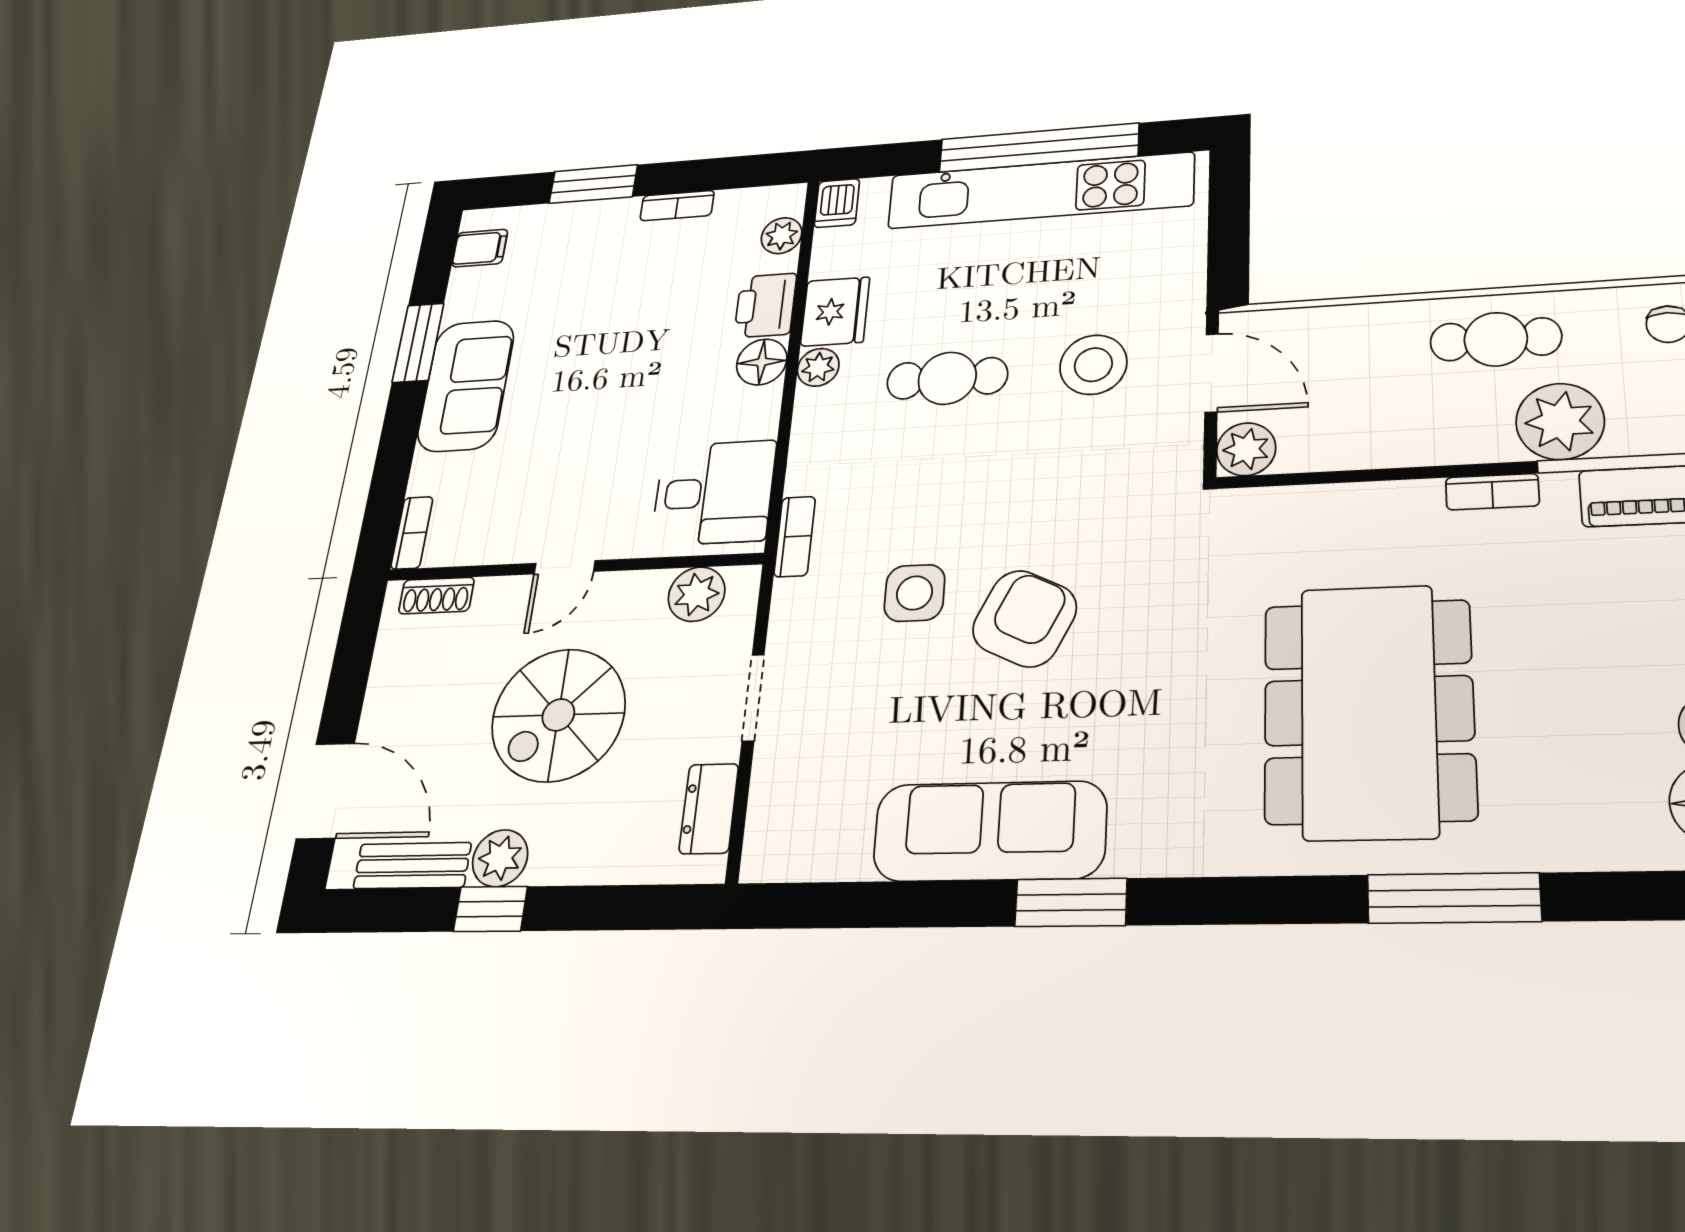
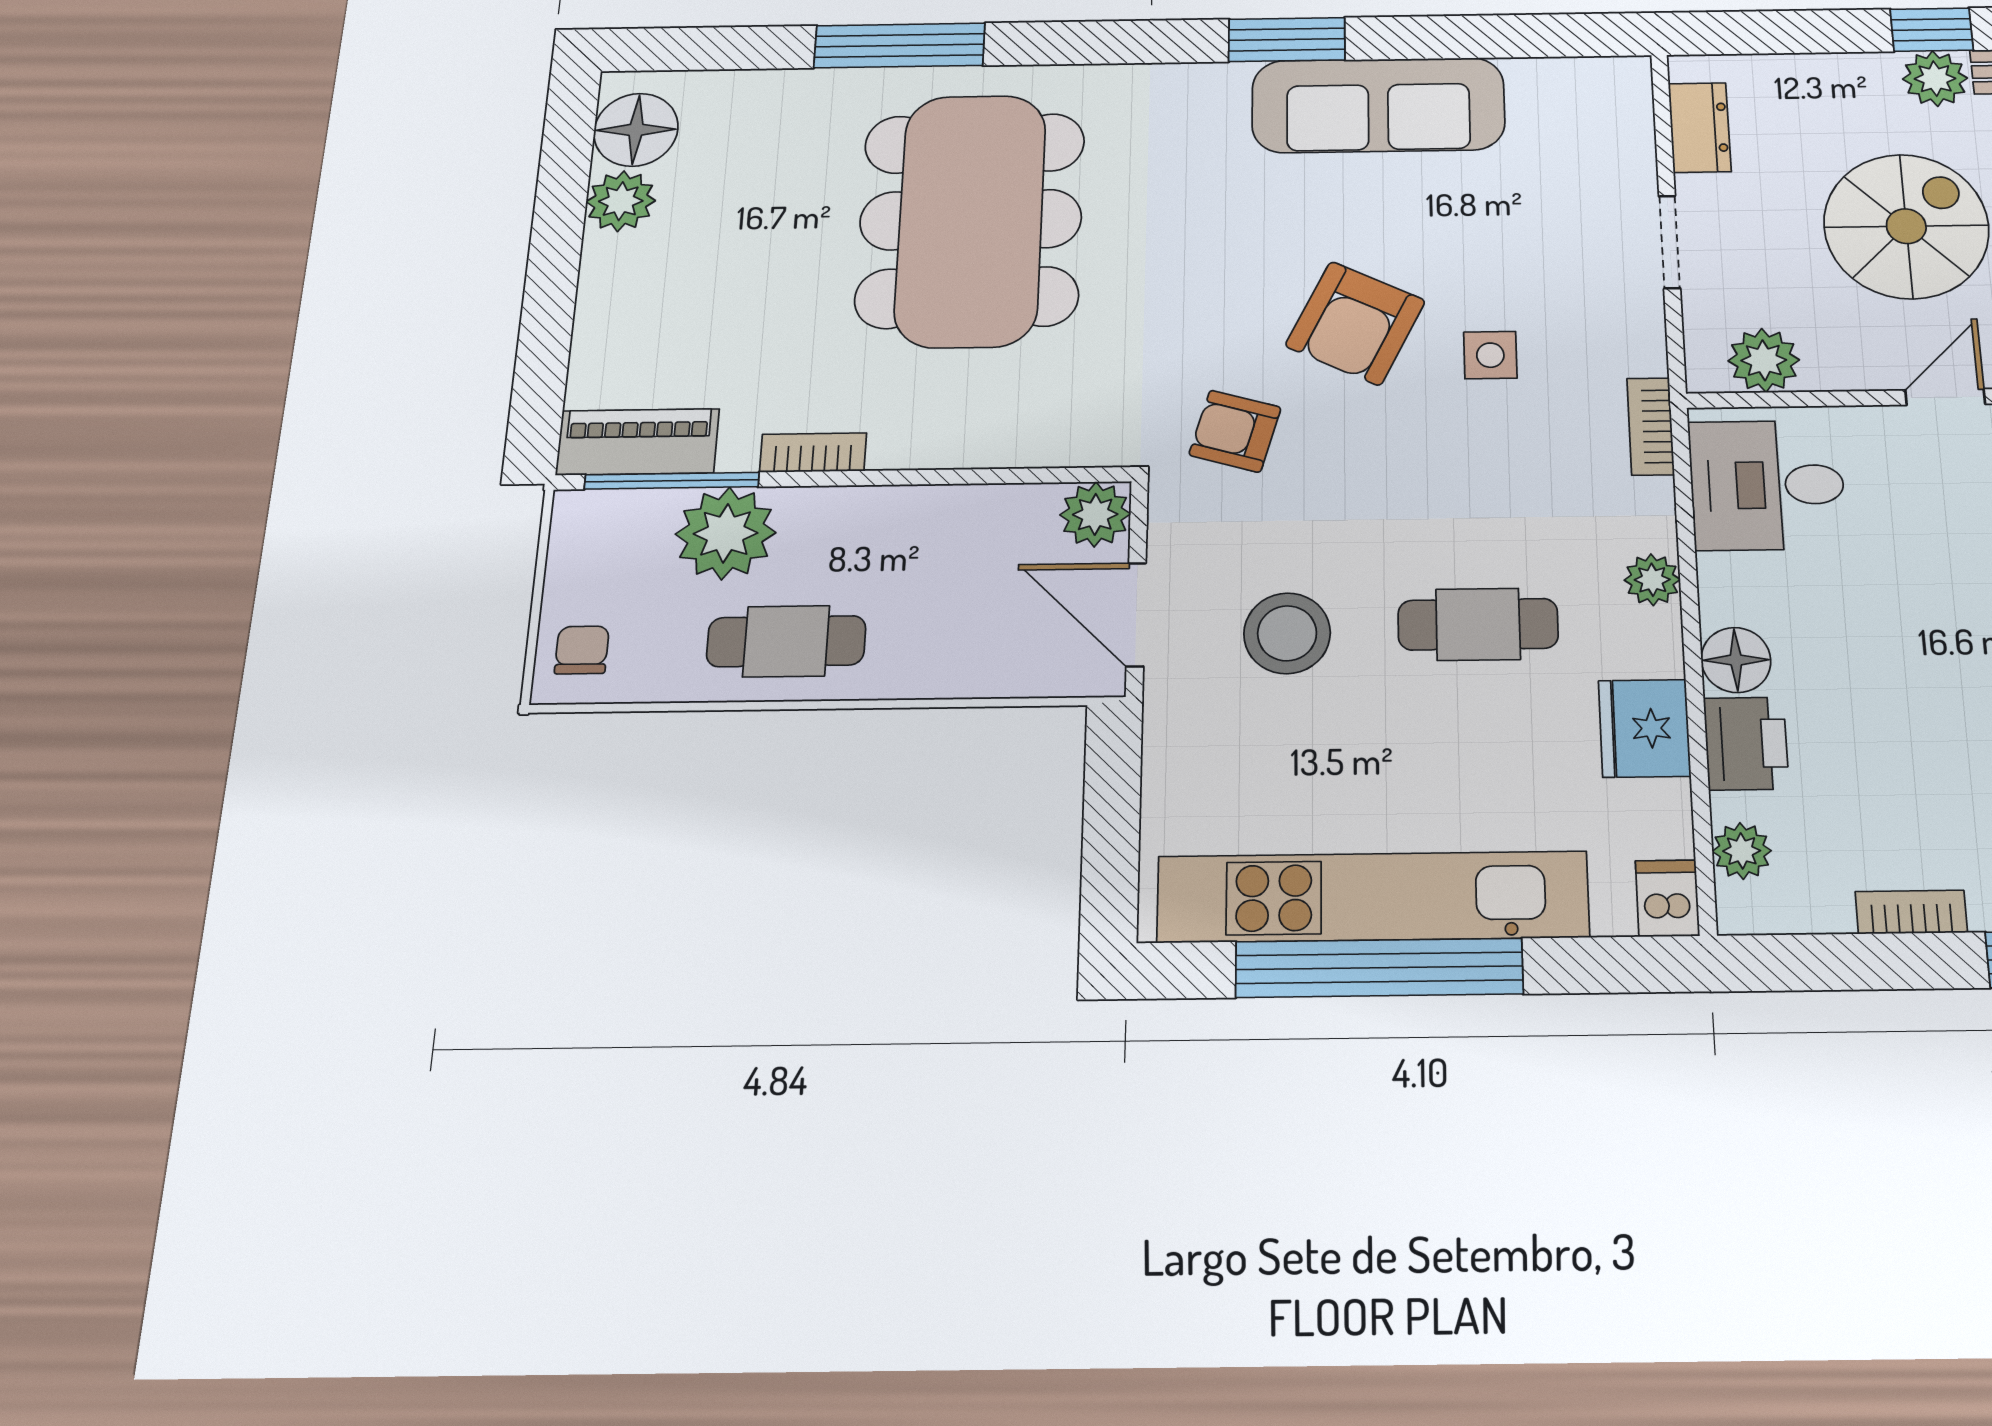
plant: (818, 367) -> (1652, 580), moved
armchair: (1130, 522) -> (1235, 431), added
side table: (915, 593) -> (1490, 355), width x0.73, depth x0.73

